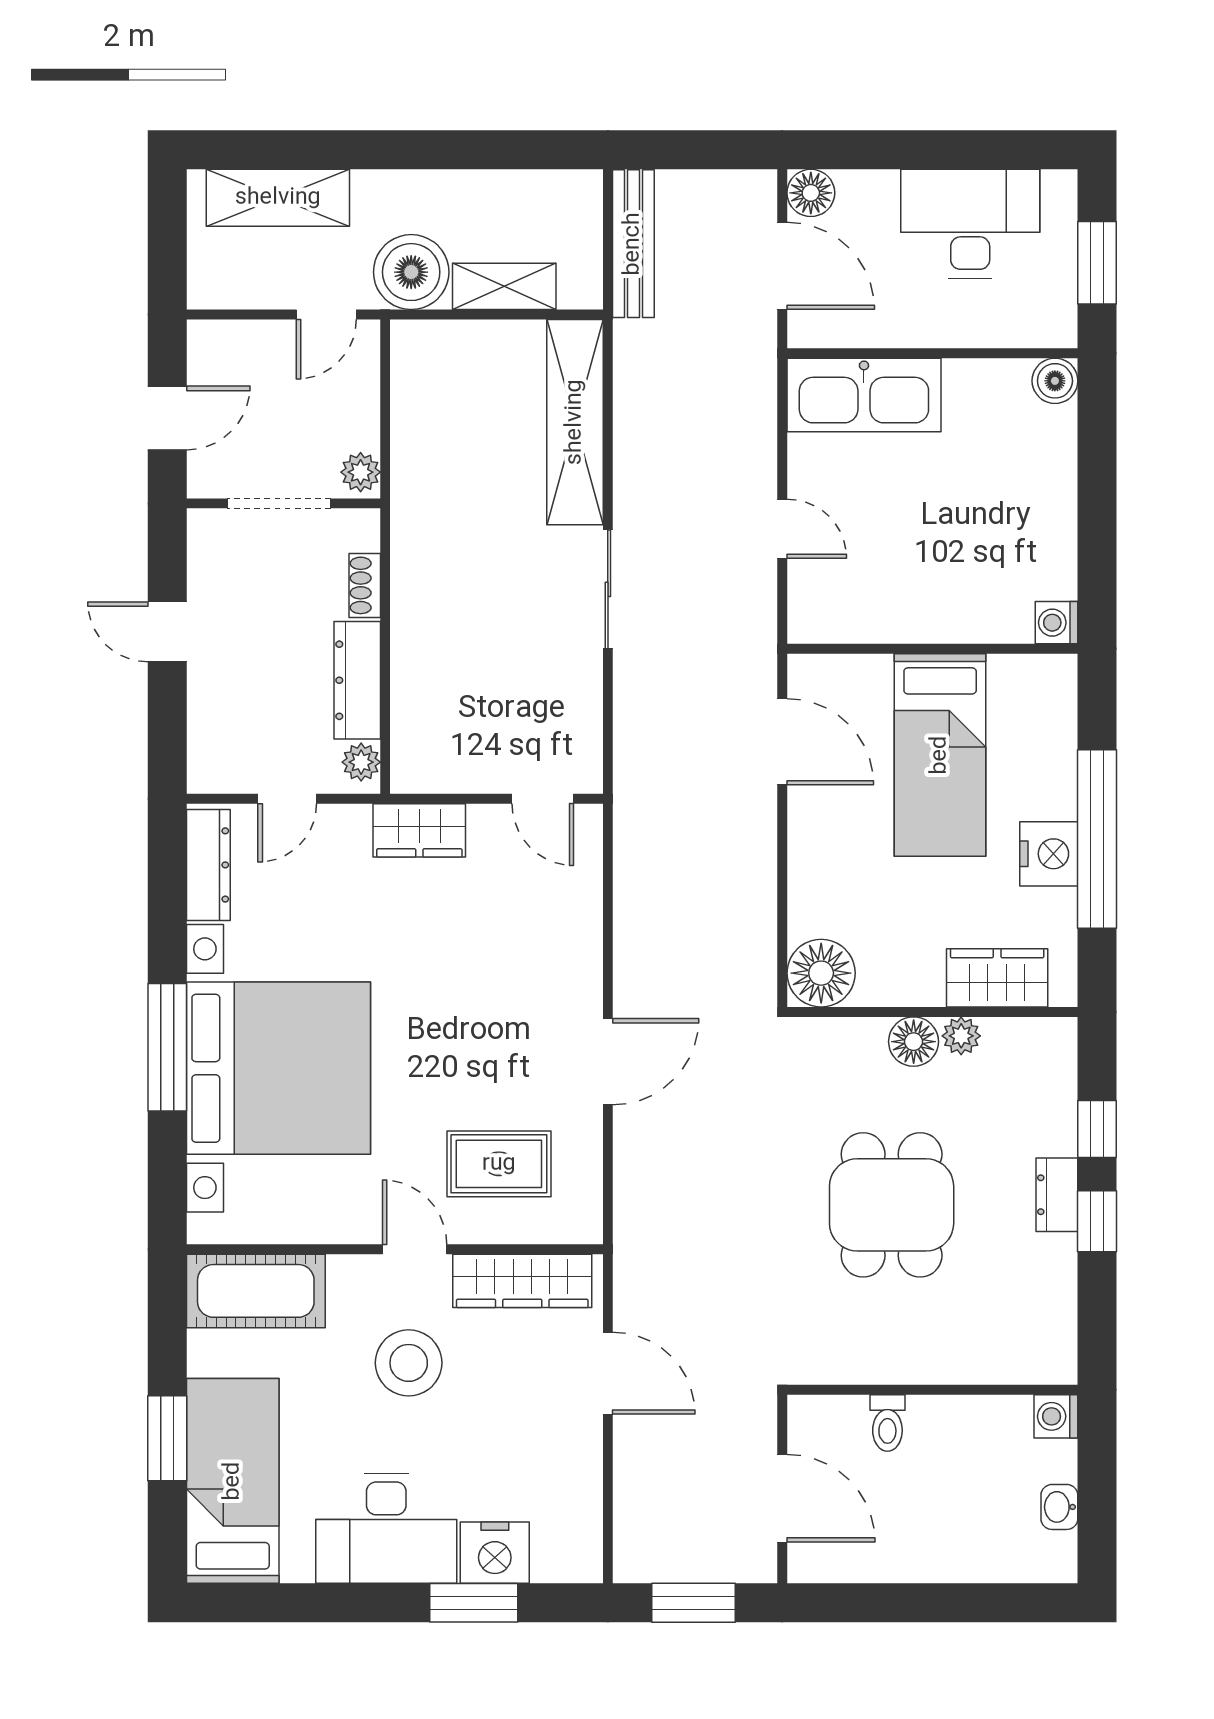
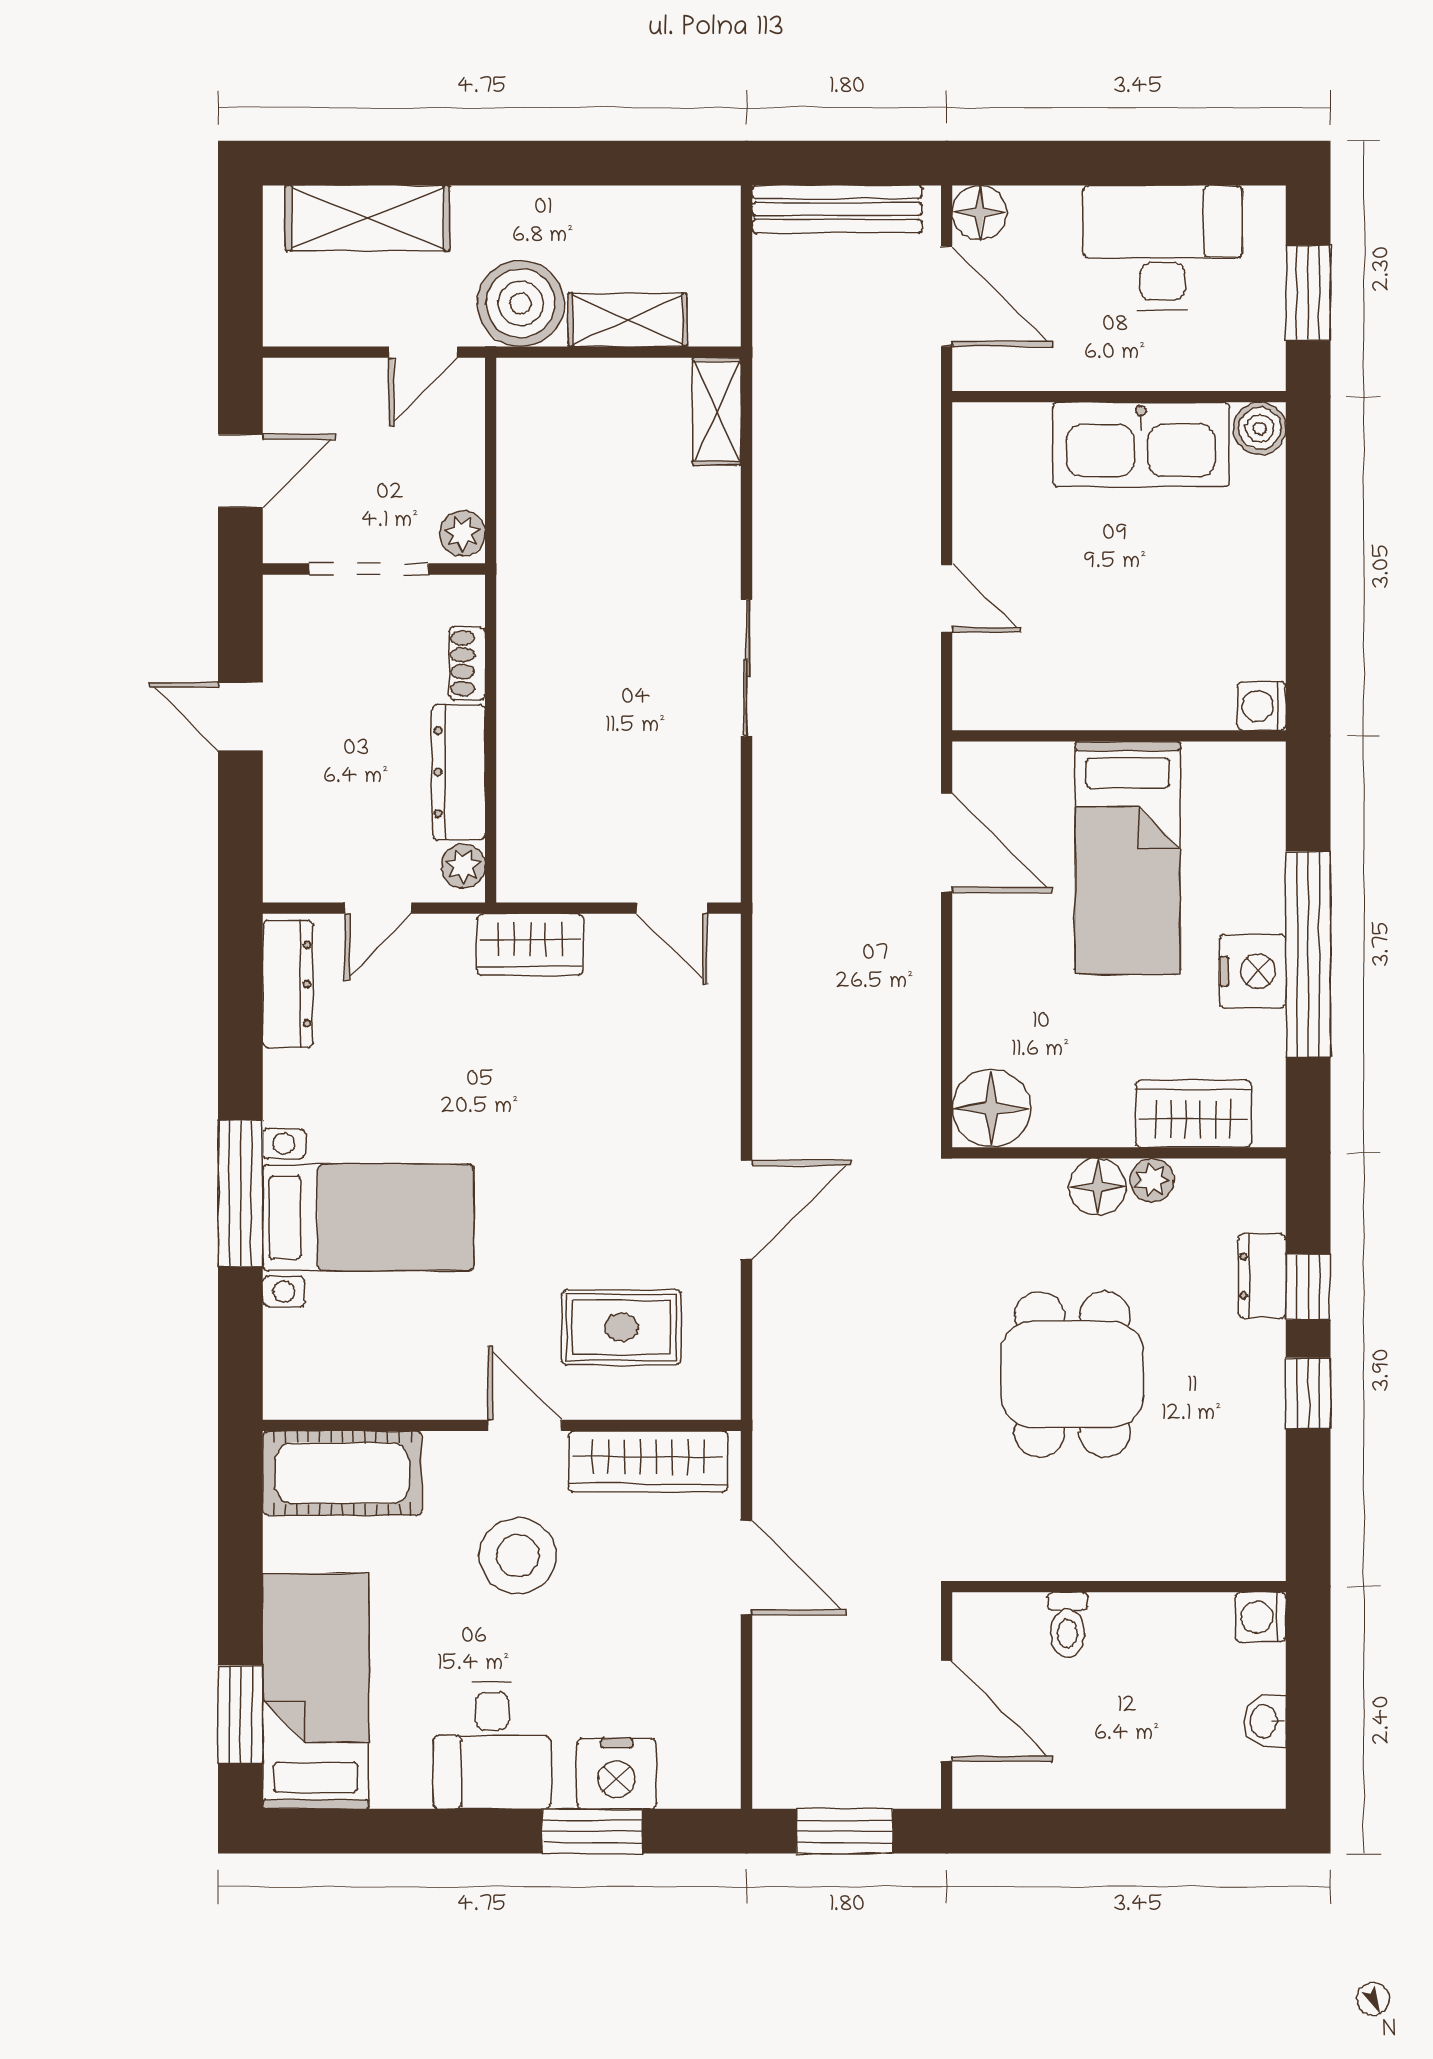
bench: (633, 244) -> (837, 209), moved, turned 90
kitchen sink: (864, 395) -> (1141, 445), moved
shelving: (575, 422) -> (717, 411), width x0.45, depth x0.75
bed with nightstands: (278, 1068) -> (368, 1217), width x0.54
dresser: (1057, 1195) -> (1262, 1276), moved
window: (167, 1438) -> (240, 1715), moved
desk: (386, 1528) -> (492, 1746), width x0.73

